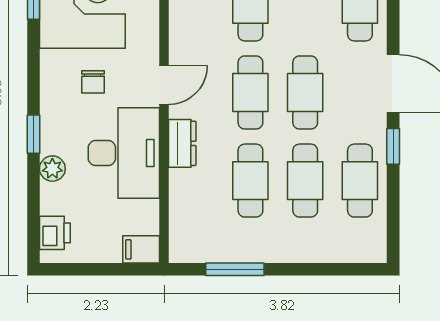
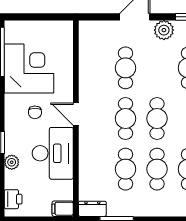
door: (164, 85) -> (76, 114), swing flipped
dresser: (182, 143) -> (92, 209), moved, turned -90

